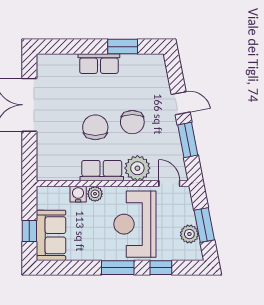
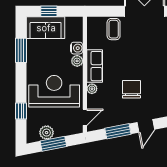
chair: (132, 122) -> (131, 89), turned 90
chair: (95, 127) -> (128, 61), removed
coffee table: (53, 146) -> (114, 29), added
plant: (137, 168) -> (92, 89), width x0.53, depth x0.53
window: (118, 268) -> (21, 50), moved

